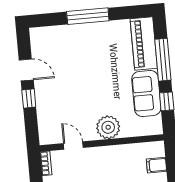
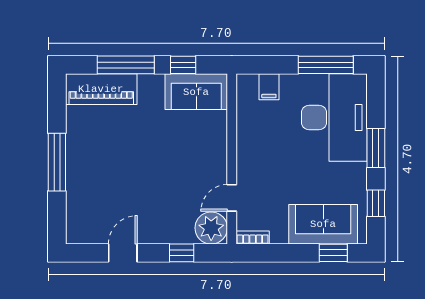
sofa: (146, 93) -> (196, 92), moved
window: (29, 99) -> (182, 253), moved
plant: (108, 127) -> (211, 228), moved

